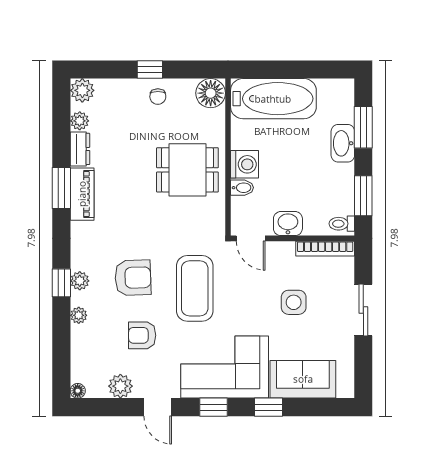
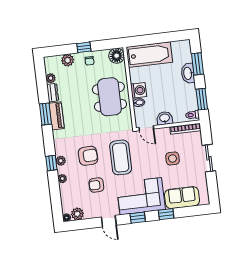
plant: (82, 90) -> (68, 60), moved
dining table: (187, 170) -> (109, 97), width x1.38
plant: (120, 386) -> (77, 214), moved

